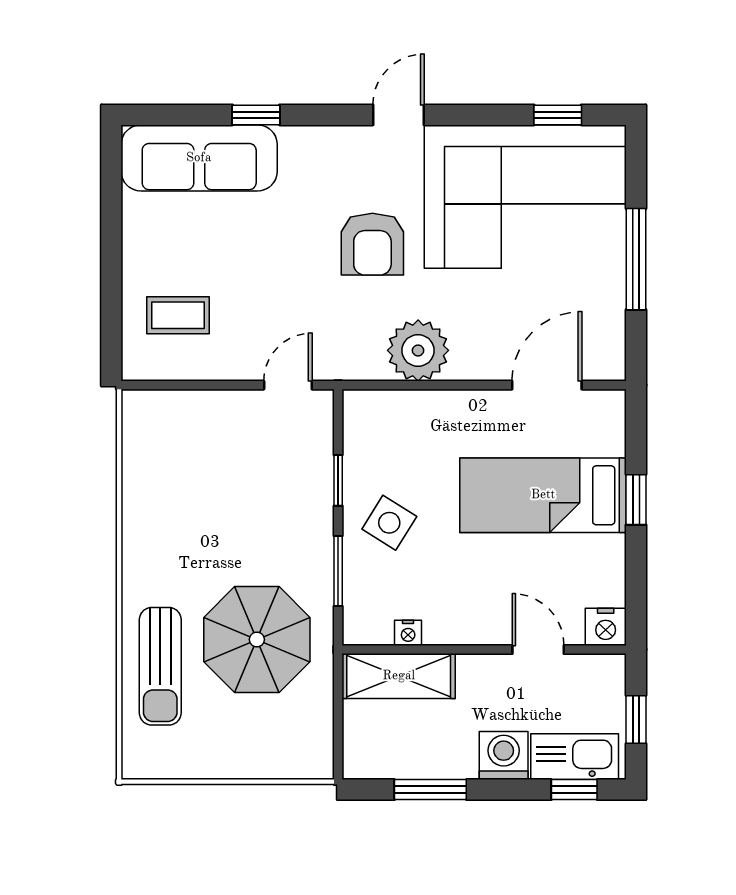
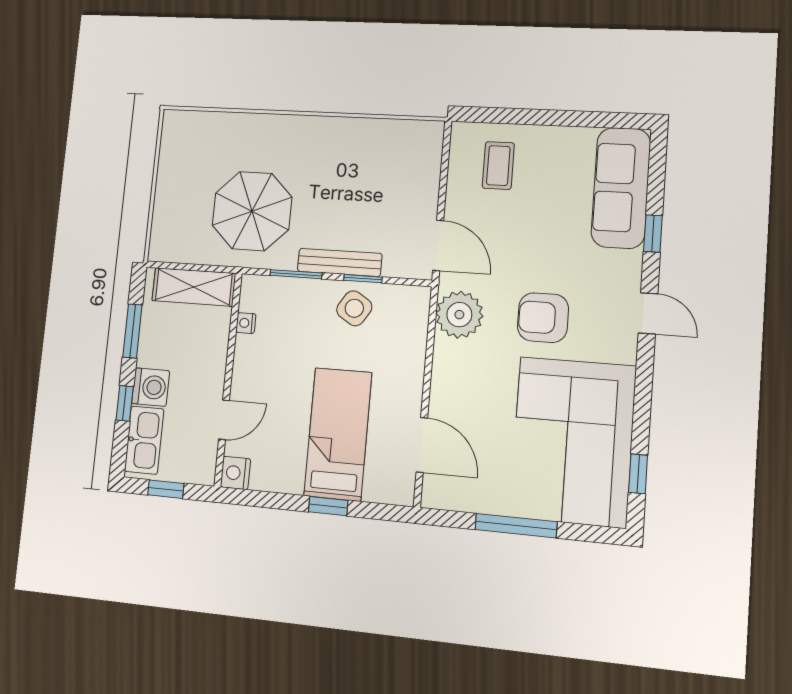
door: (398, 115) -> (648, 313), moved
plant: (418, 350) -> (459, 315), moved
door: (288, 385) -> (438, 245), width x1.38
bench: (319, 513) -> (340, 262), added
side table: (389, 523) -> (354, 308), moved
sun lounger: (160, 666) -> (240, 140), removed
shelving: (399, 676) -> (194, 287), moved, turned 90
window: (574, 790) -> (125, 403), moved

